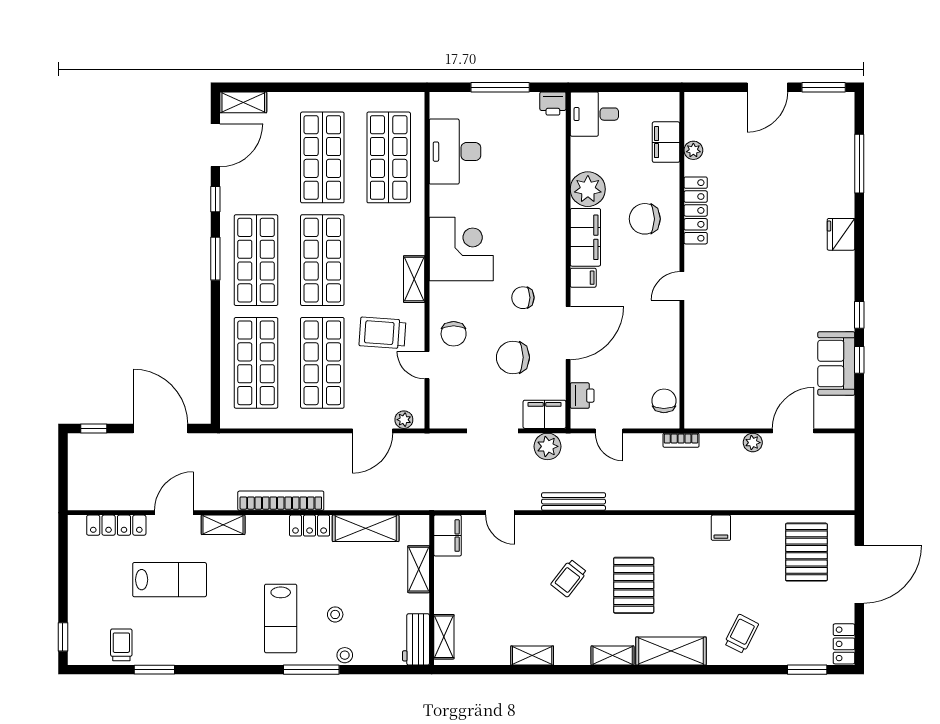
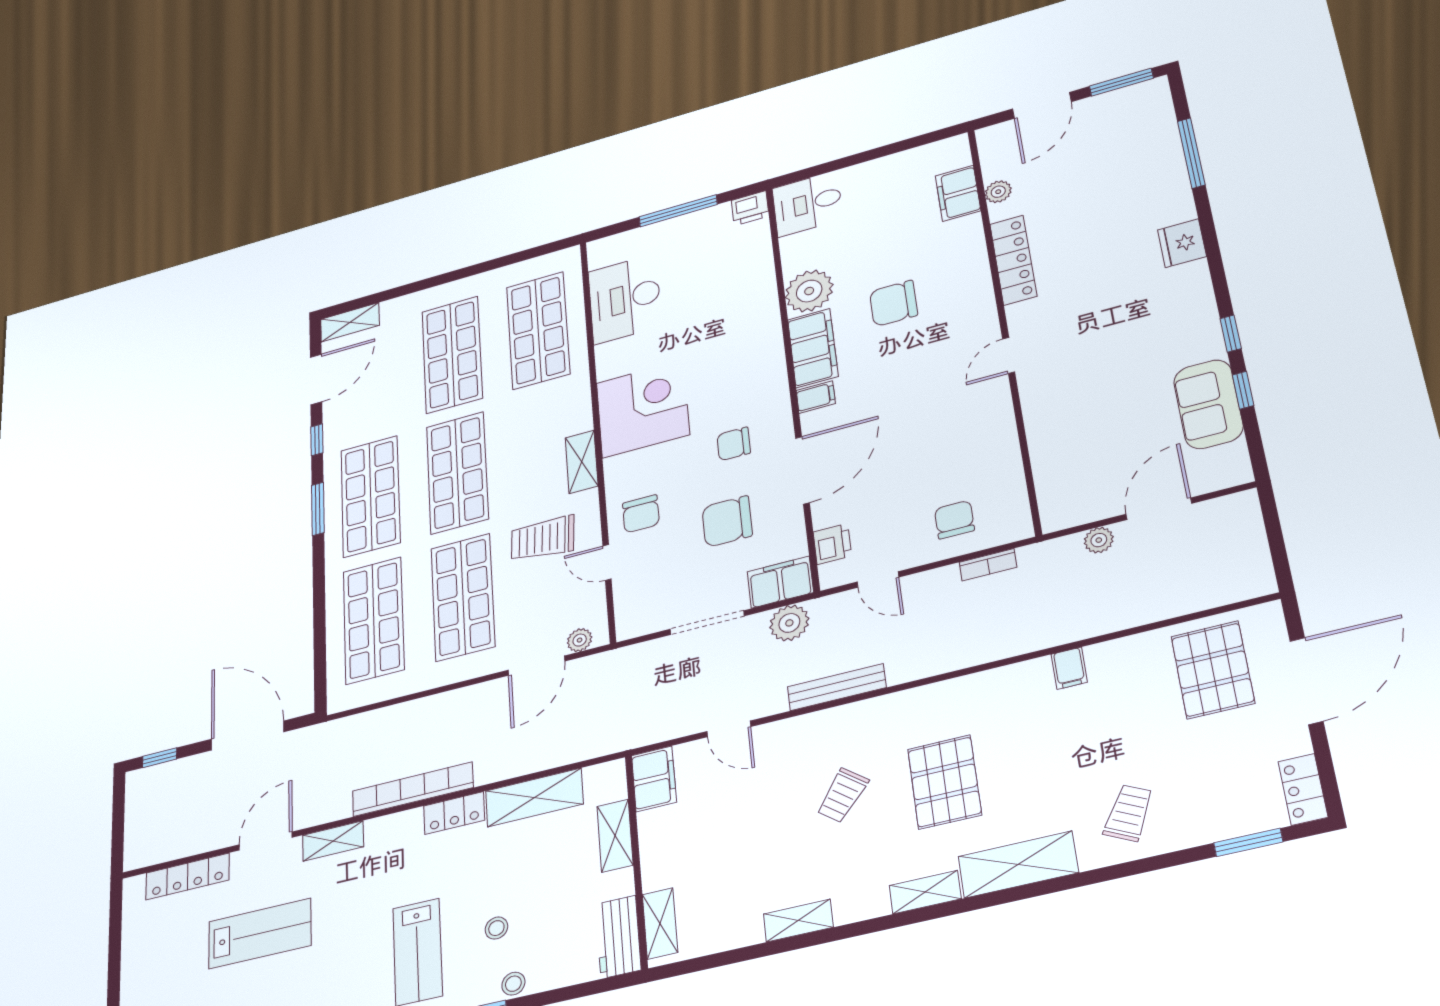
filing cabinet: (666, 142) -> (958, 193), moved
plant: (693, 150) -> (998, 192), moved
locker: (696, 210) -> (1013, 260), moved
wall: (682, 260) -> (1003, 324), moved
door: (682, 286) -> (1009, 355), moved

